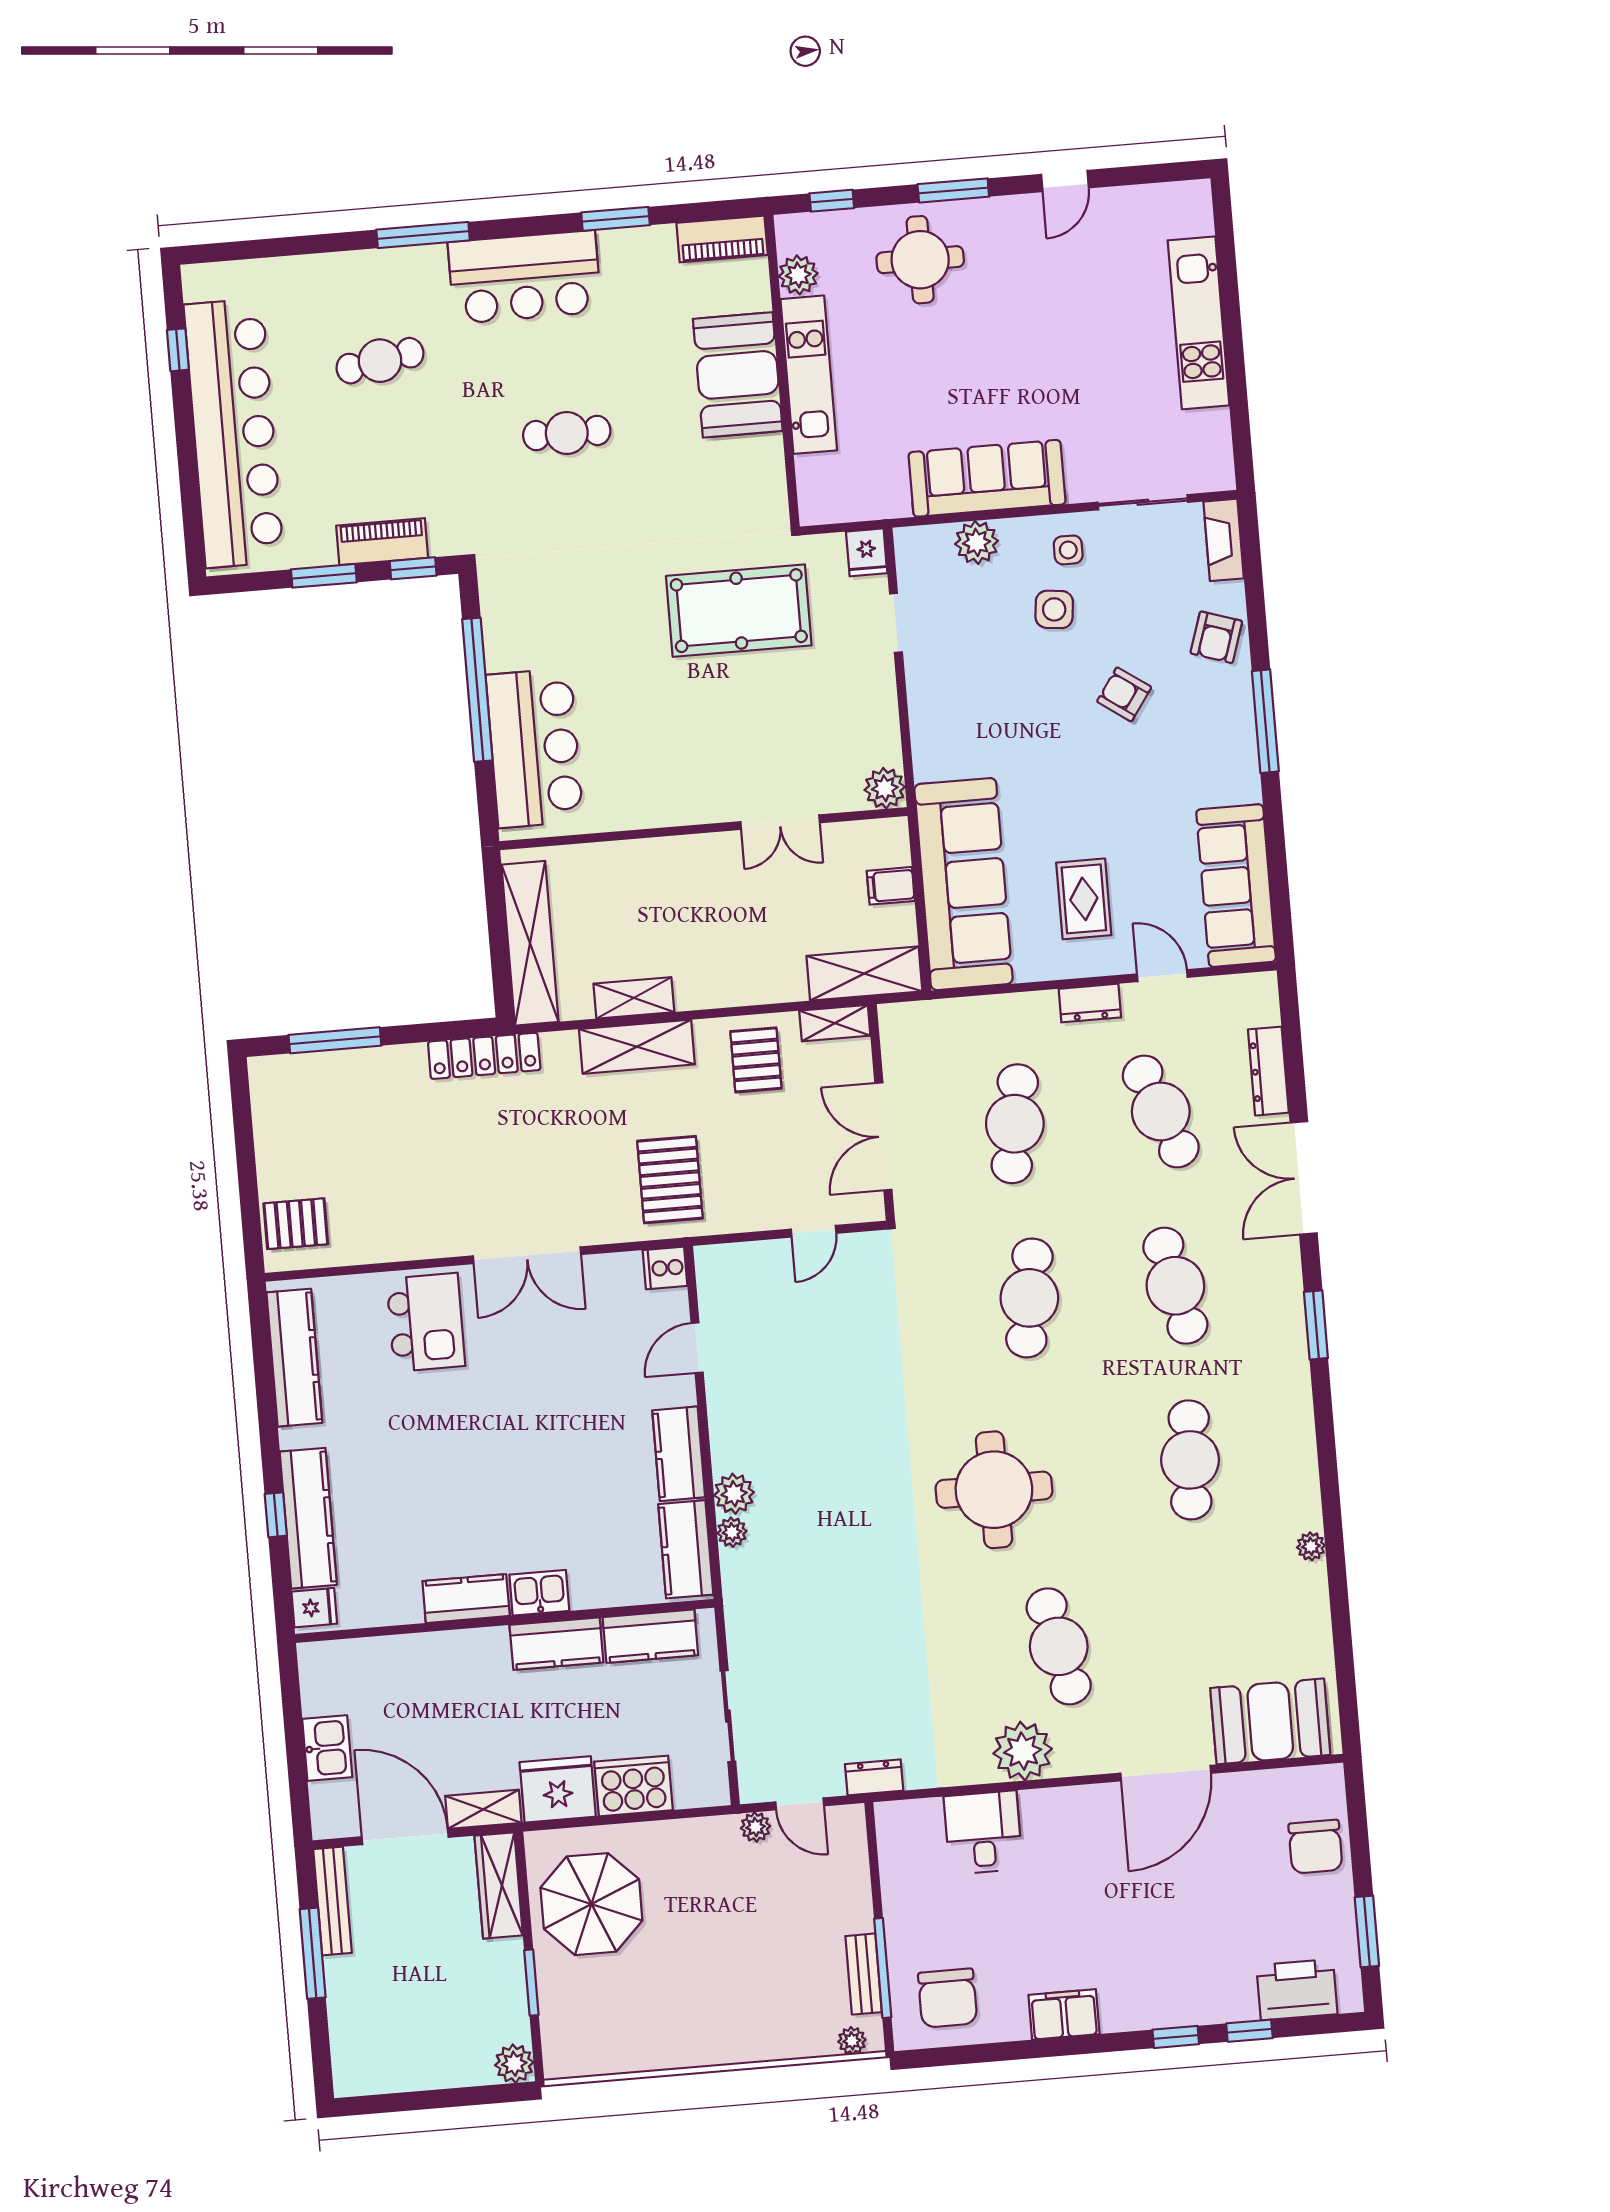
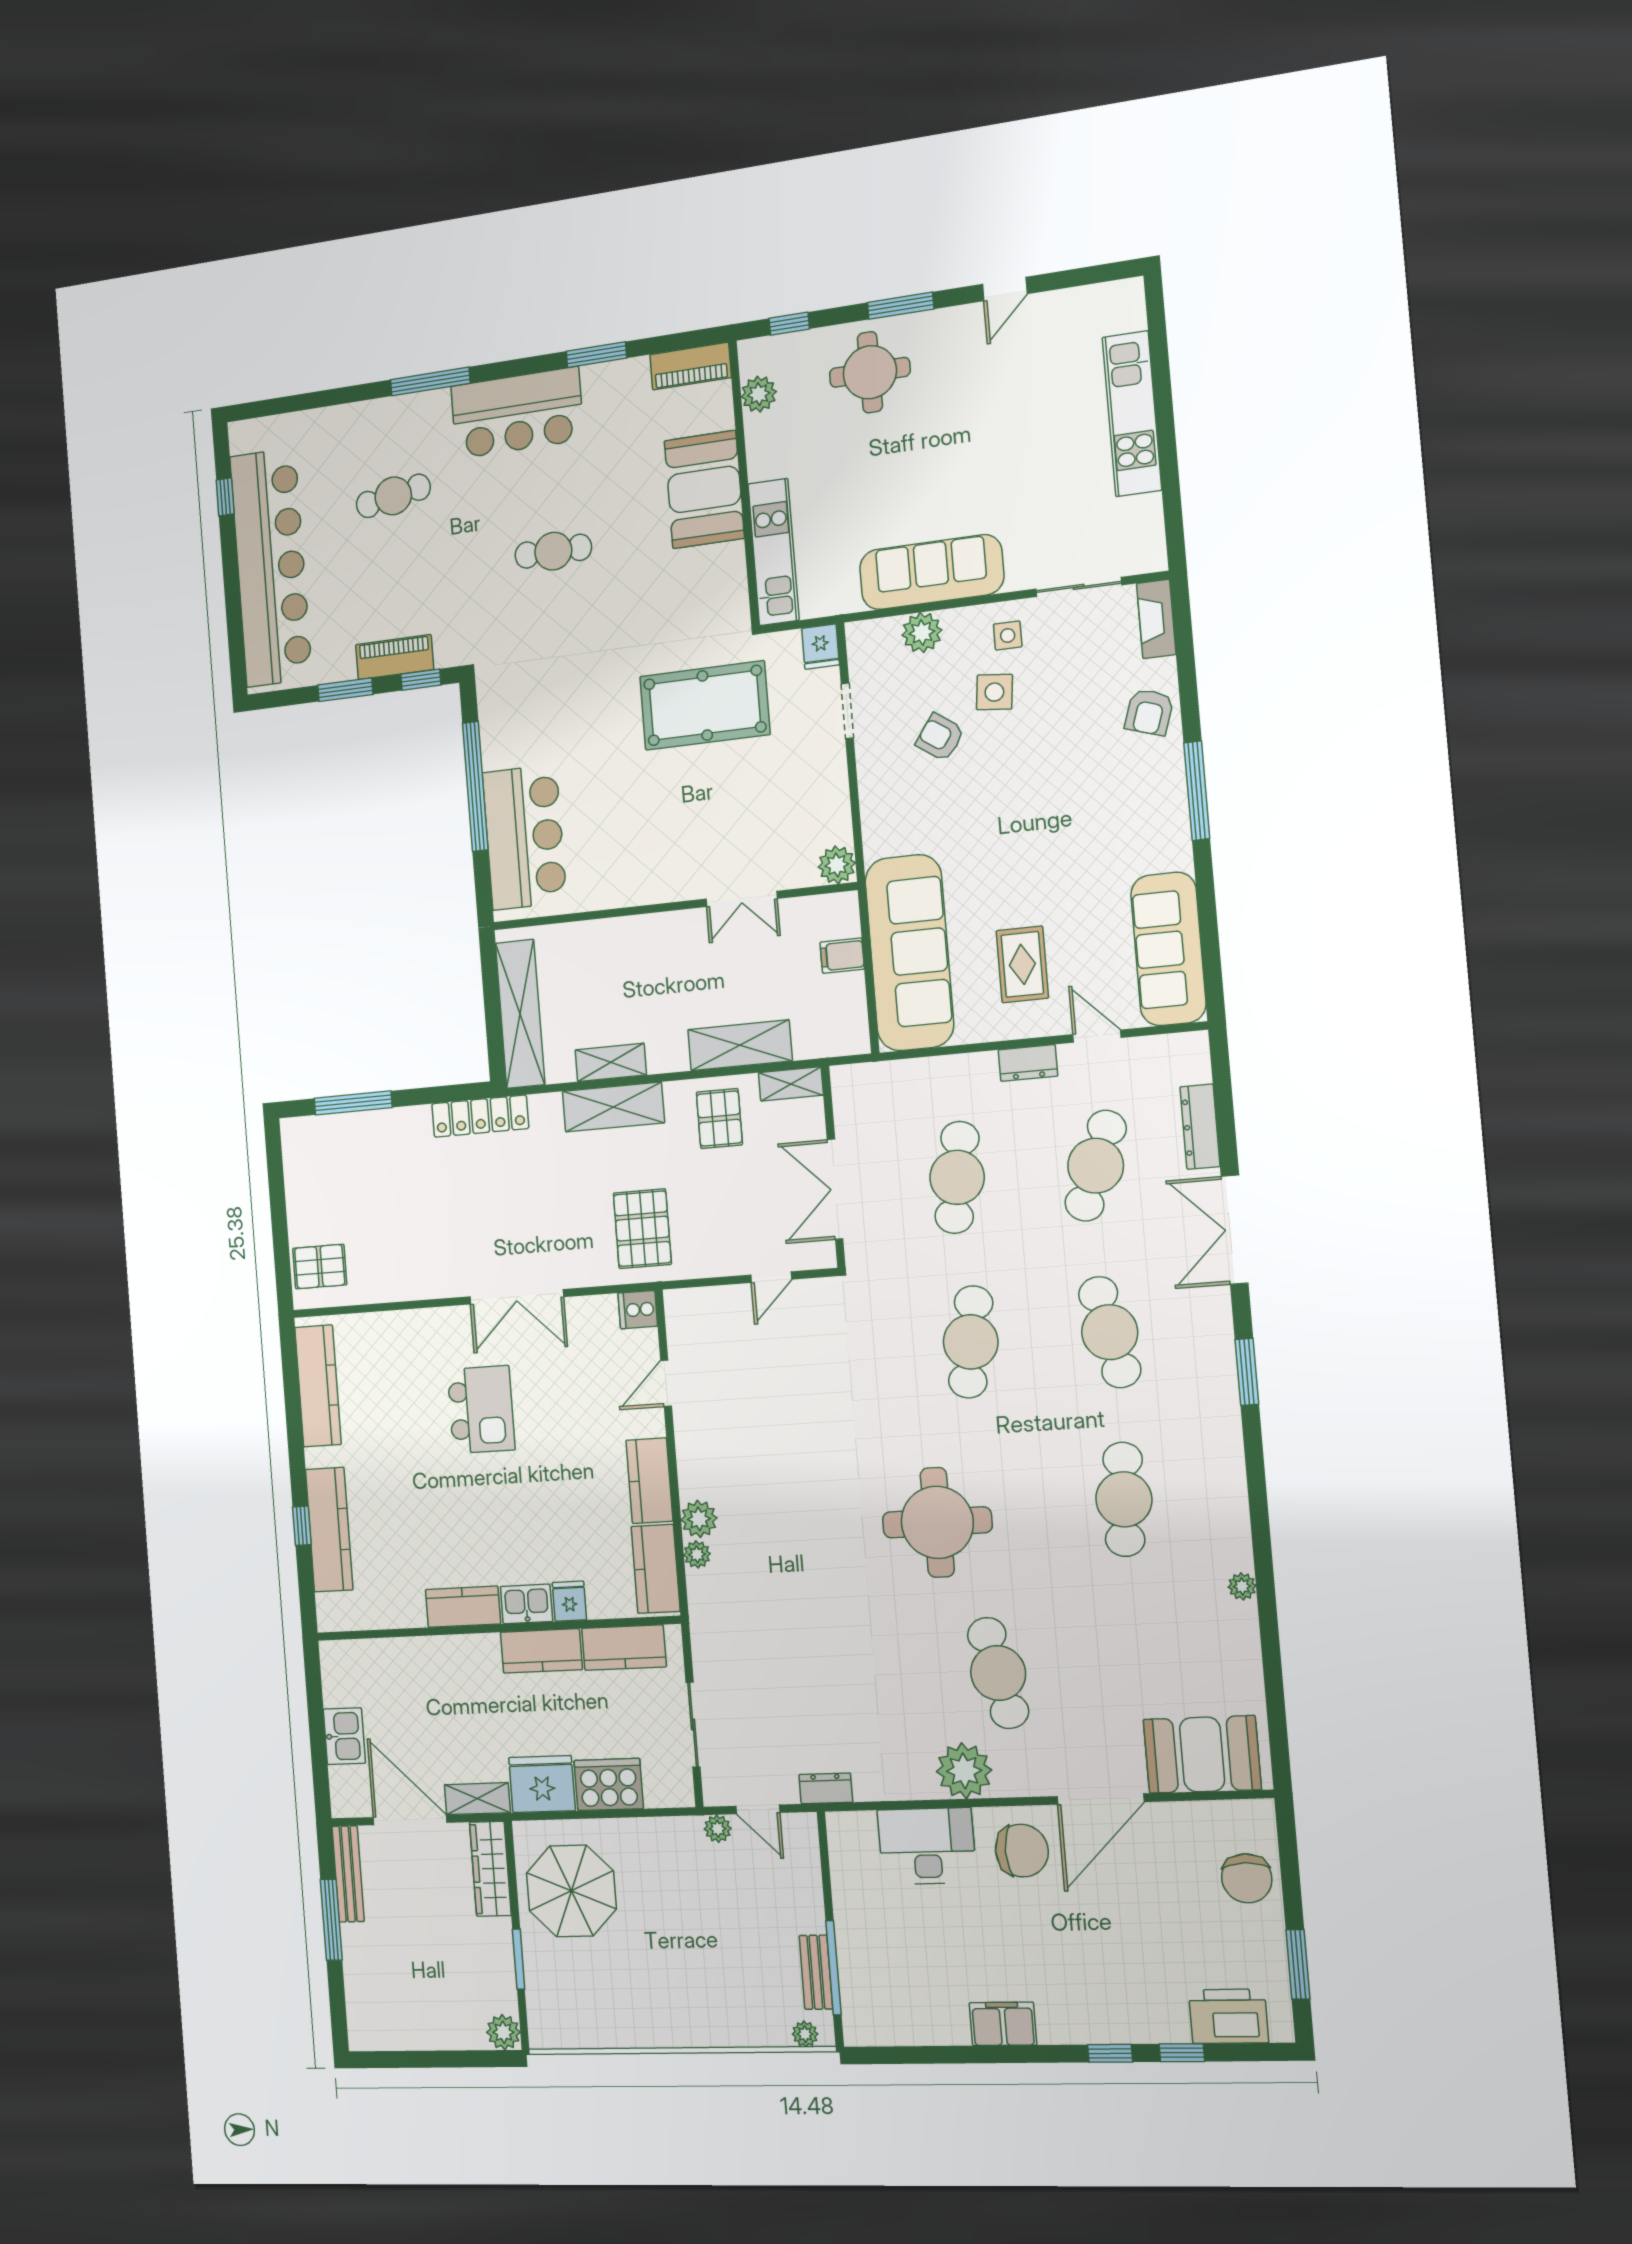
kitchen unit: (809, 375) -> (774, 552), moved
armchair: (1124, 694) -> (940, 737), moved
shelving: (864, 974) -> (740, 1045), moved
cafe table: (1161, 1111) -> (1096, 1166), turned 42
kitchen island: (426, 1322) -> (481, 1410), moved
fridge: (314, 1608) -> (569, 1601), moved, turned -90
desk: (983, 1833) -> (927, 1846), width x1.37
chair: (948, 1998) -> (1022, 1851), moved, turned -90

